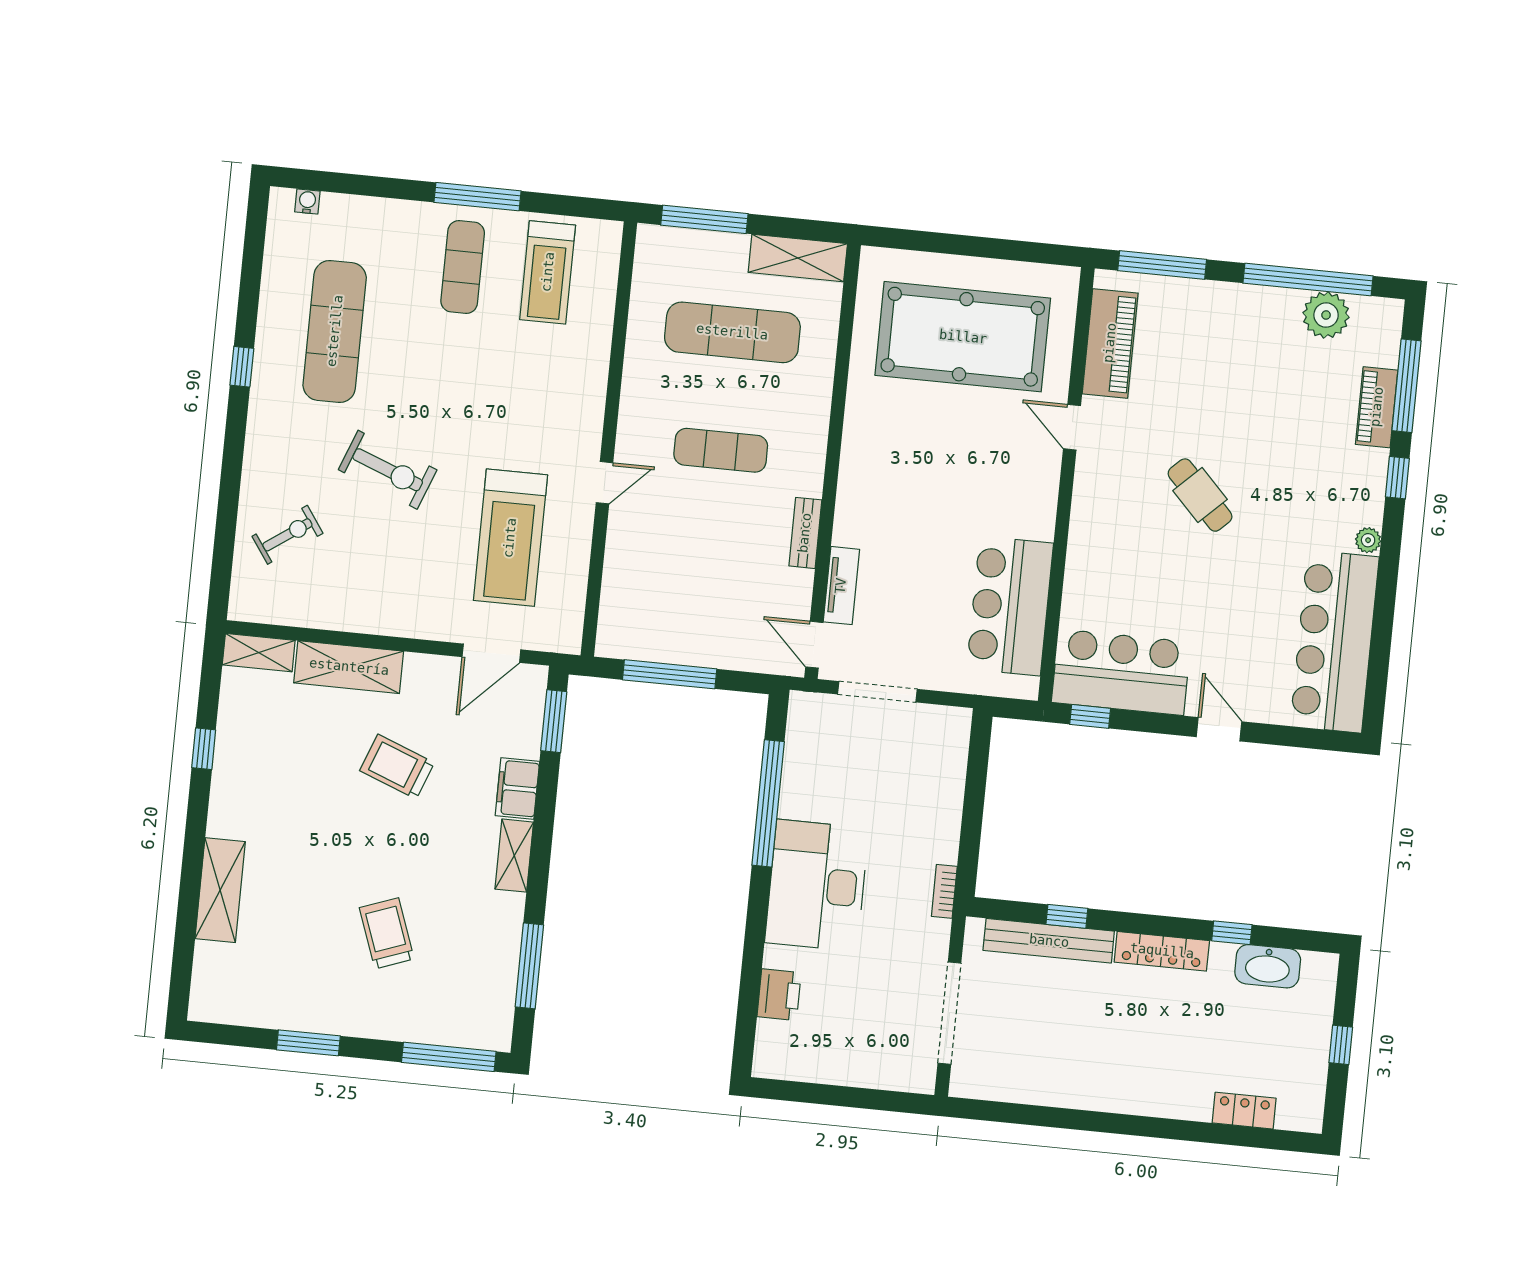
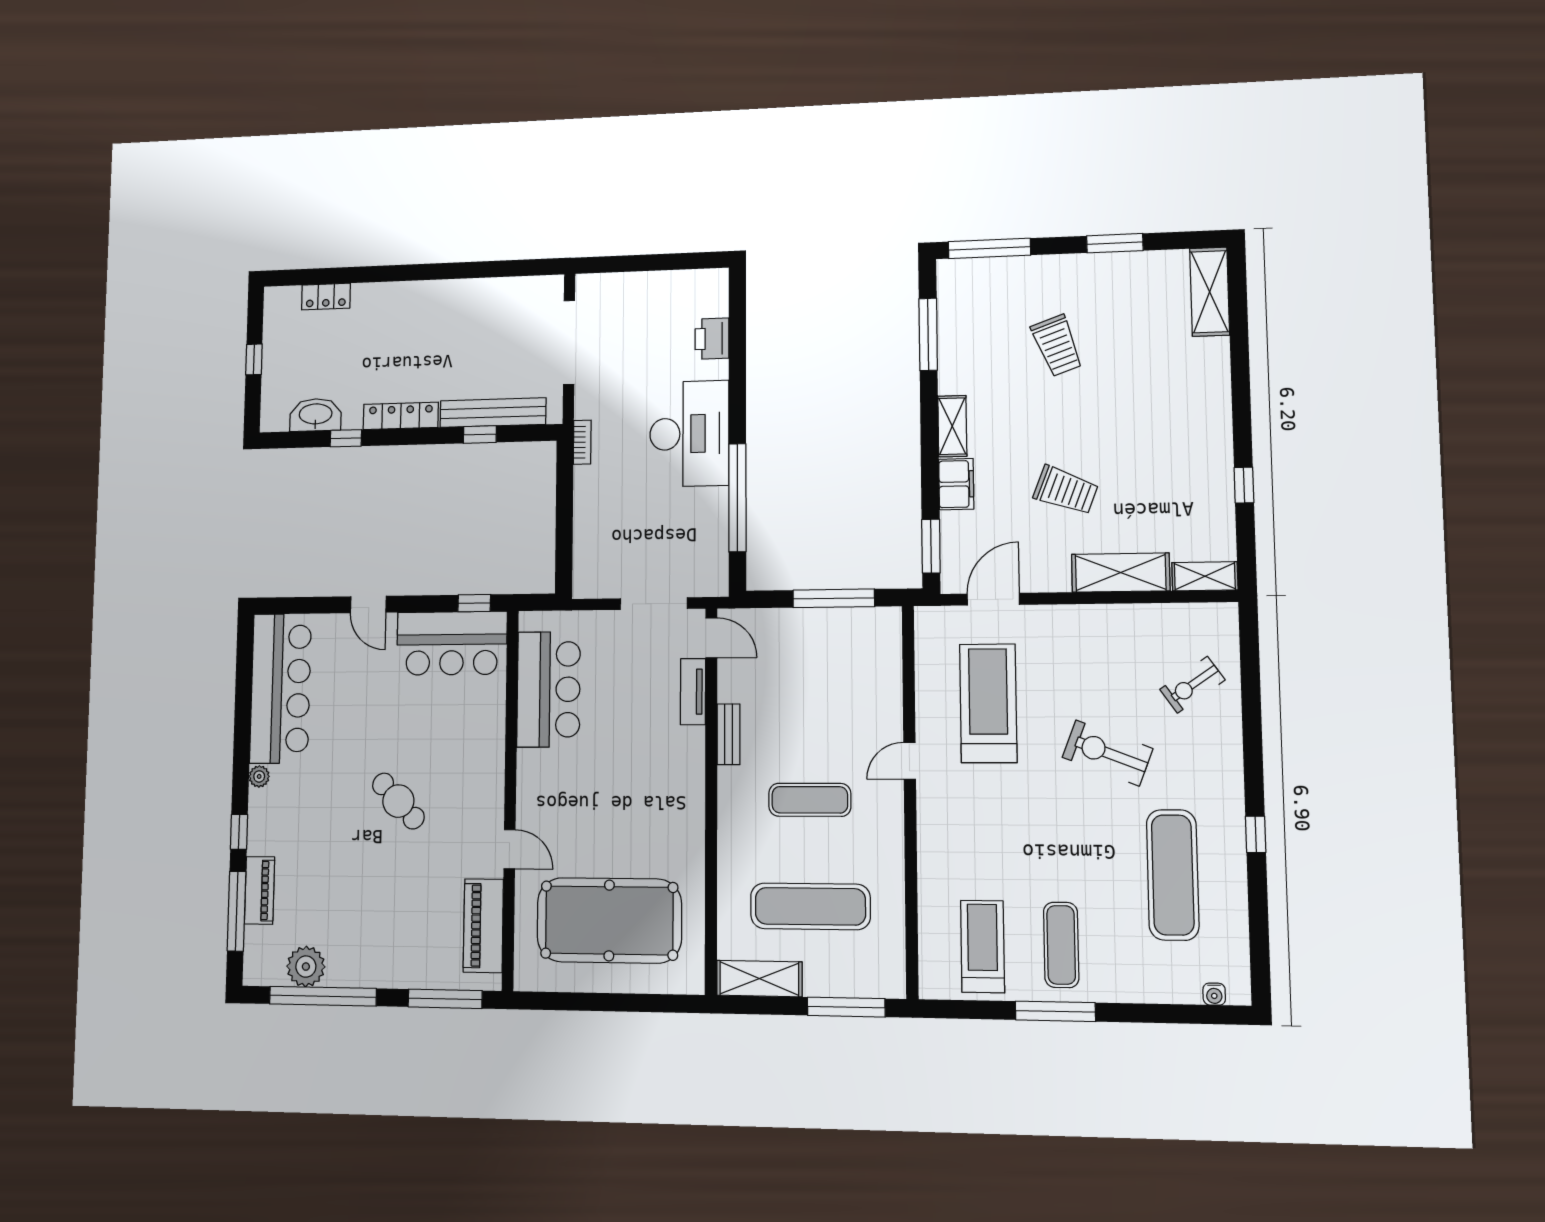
shelving: (220, 890) -> (1210, 292), moved

